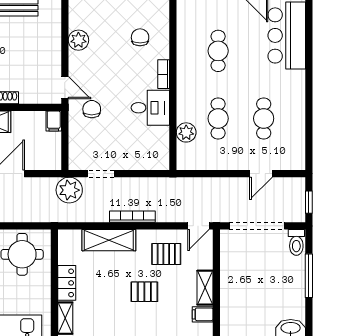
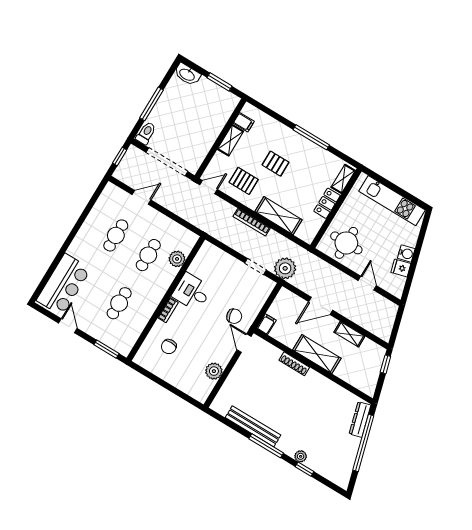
chair: (92, 109) -> (234, 316), turned -103

